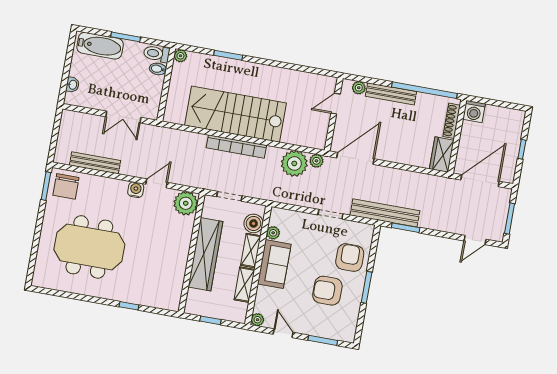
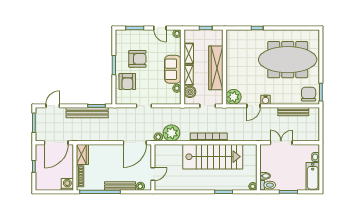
bathtub: (100, 46) -> (313, 176), moved, turned -90
bench: (385, 213) -> (87, 113), moved
meeting table: (89, 247) -> (288, 60), width x1.36

